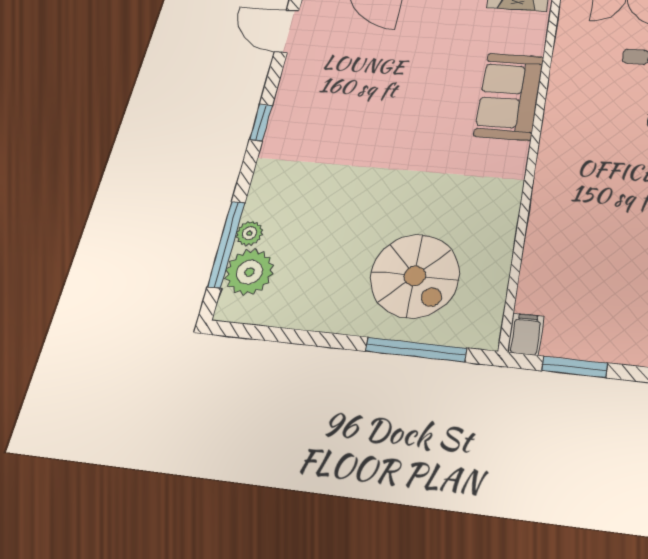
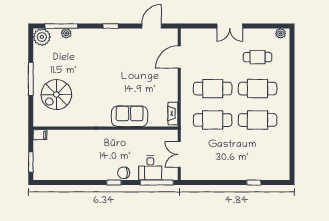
plant: (249, 272) -> (42, 37), moved
window: (416, 350) -> (31, 79), moved
window: (574, 367) -> (31, 162), moved

